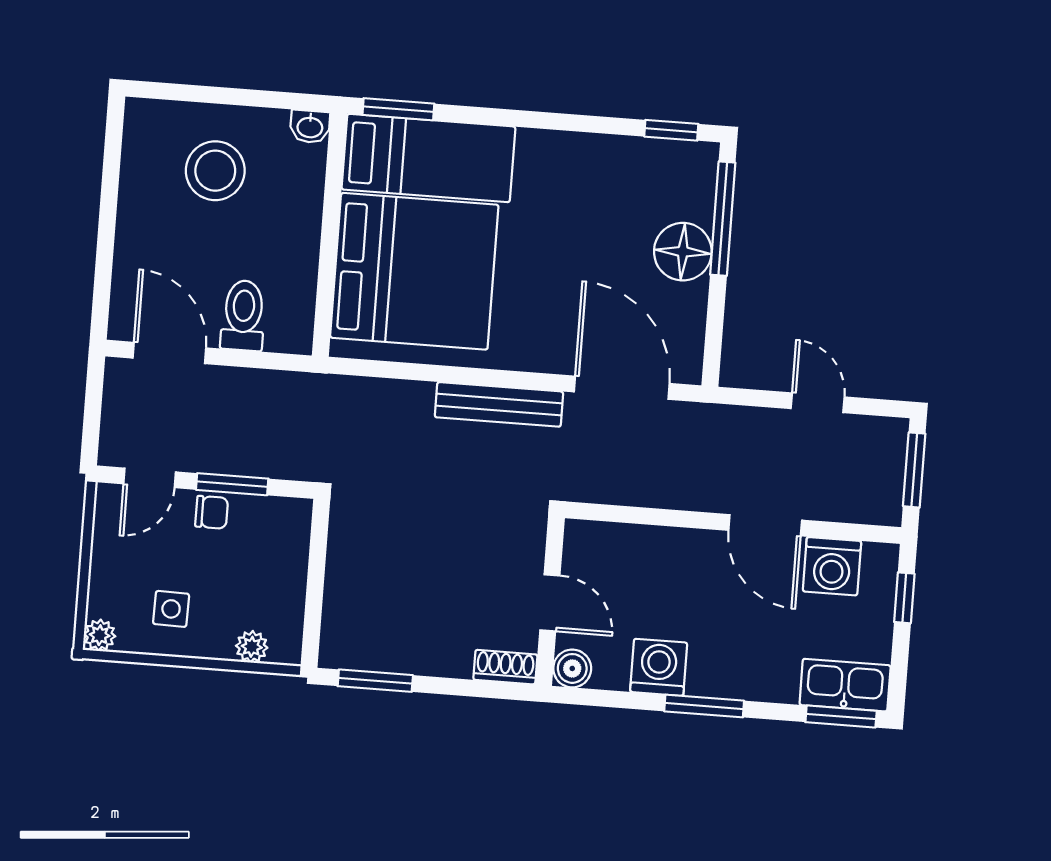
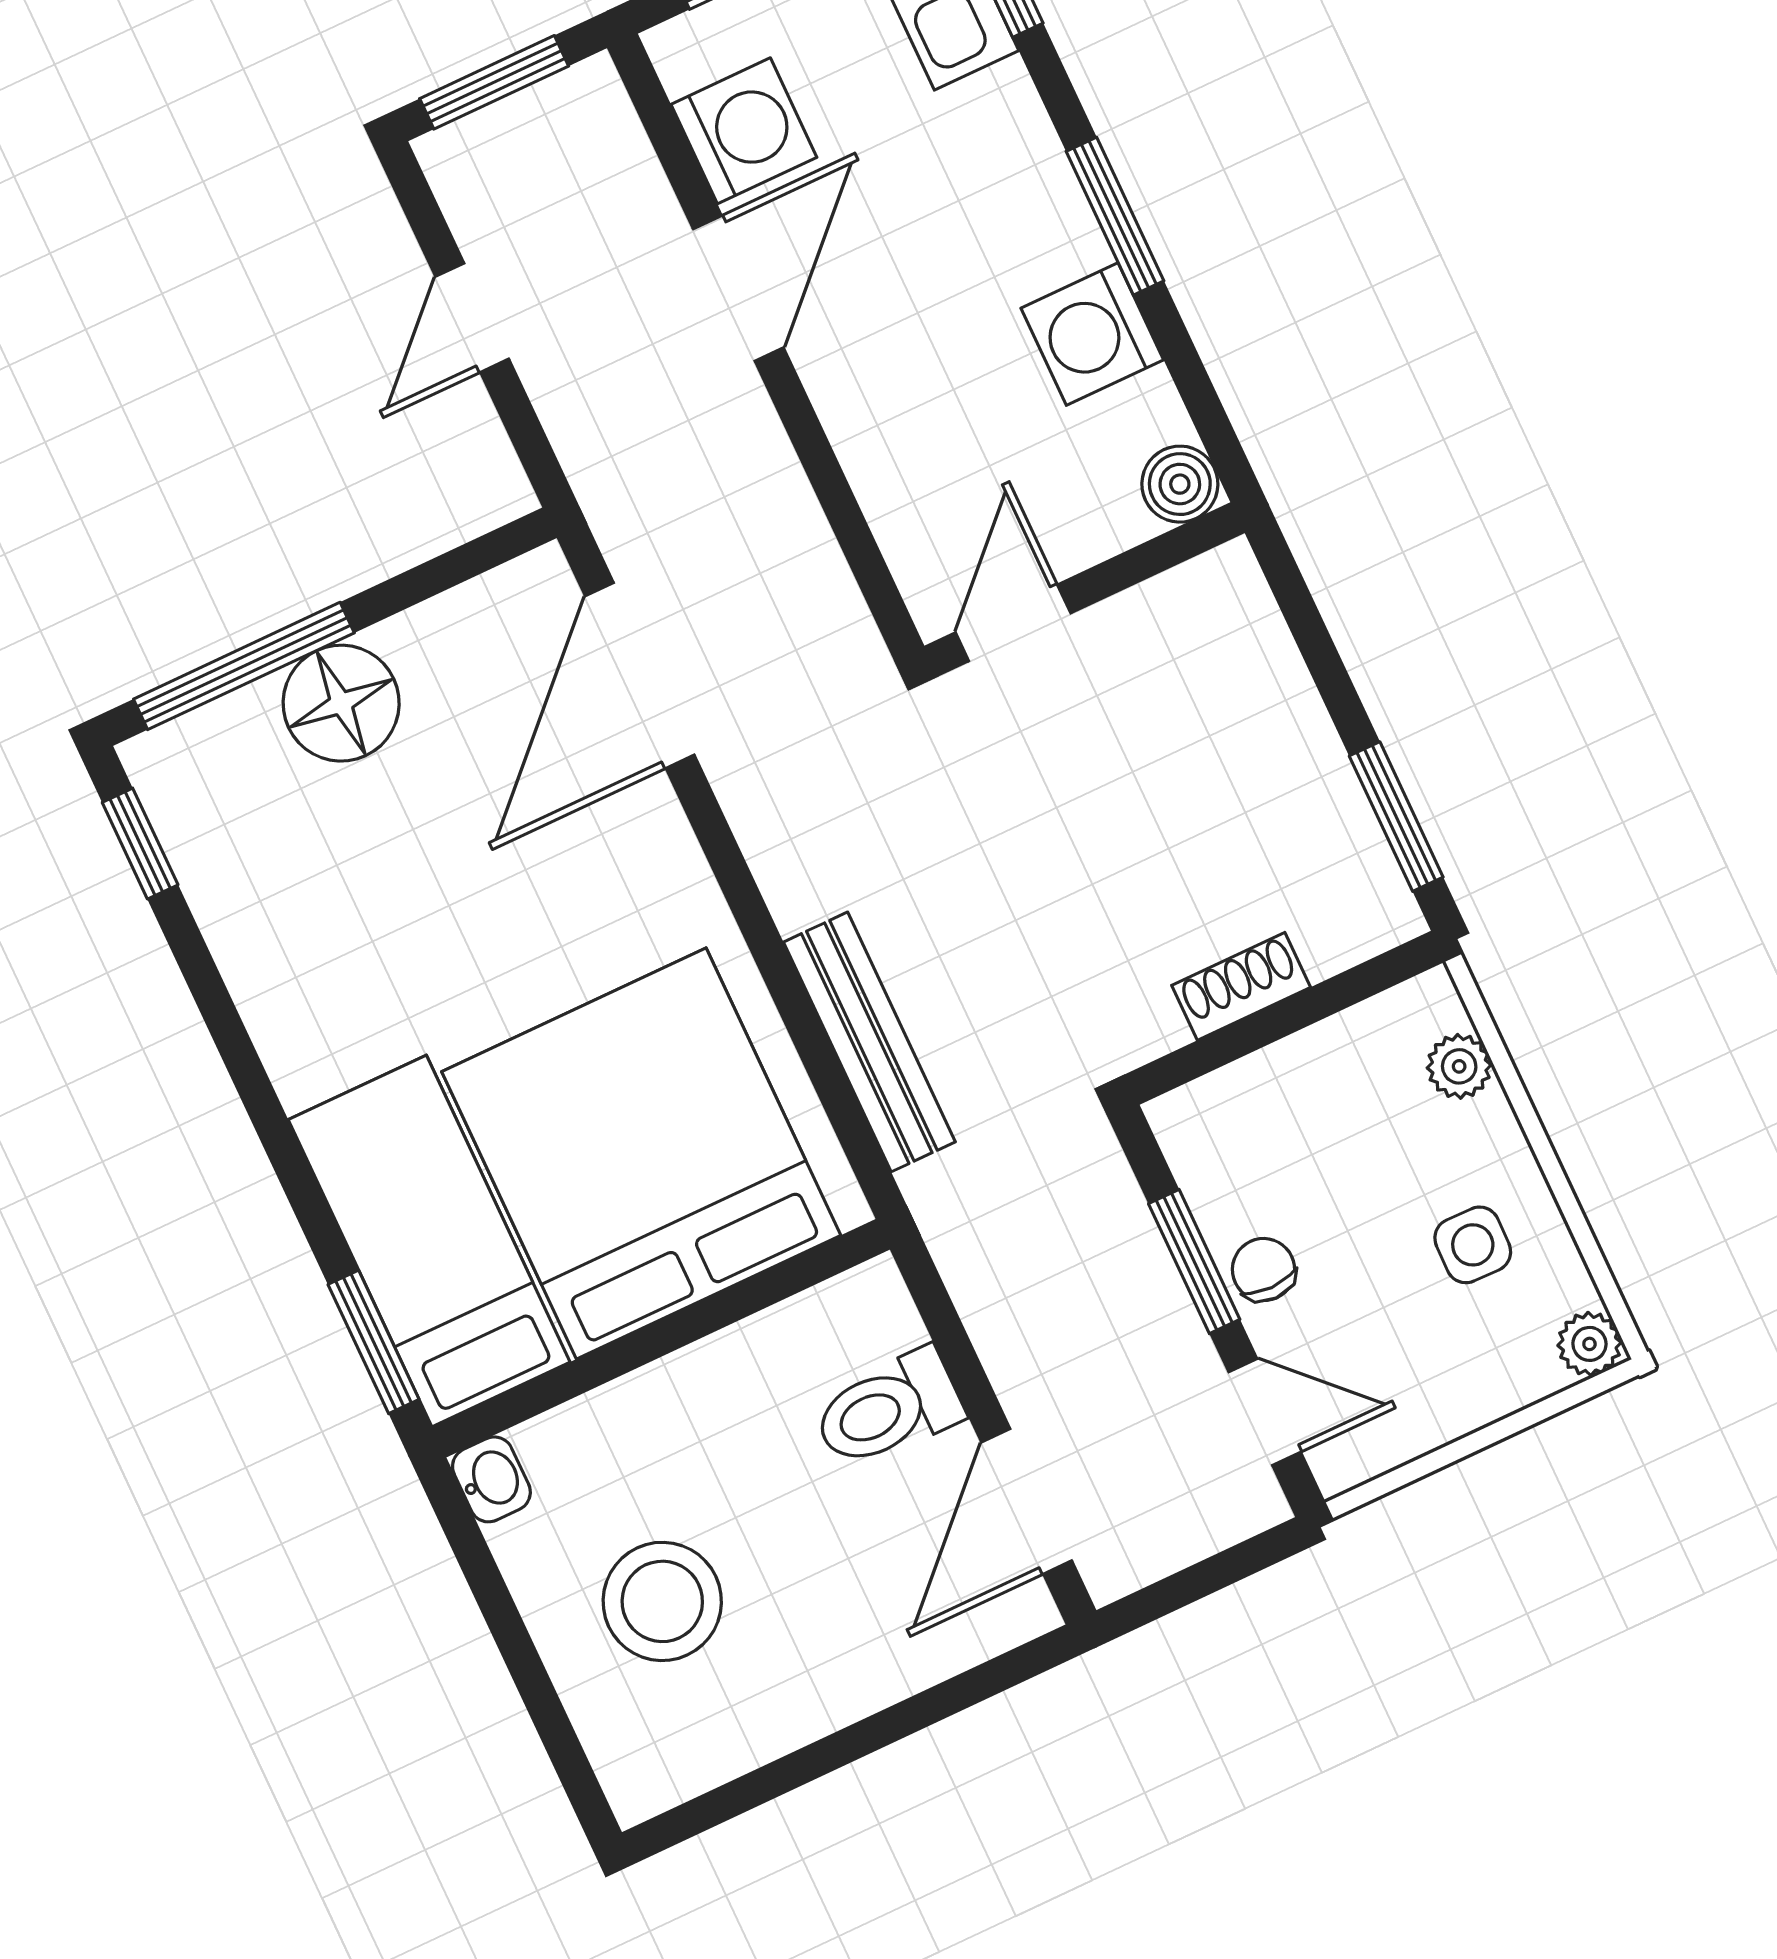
bench: (499, 404) -> (869, 1042), moved
door: (550, 603) -> (1013, 623), moved
shoe rack: (505, 667) -> (1241, 986), moved, turned 90

